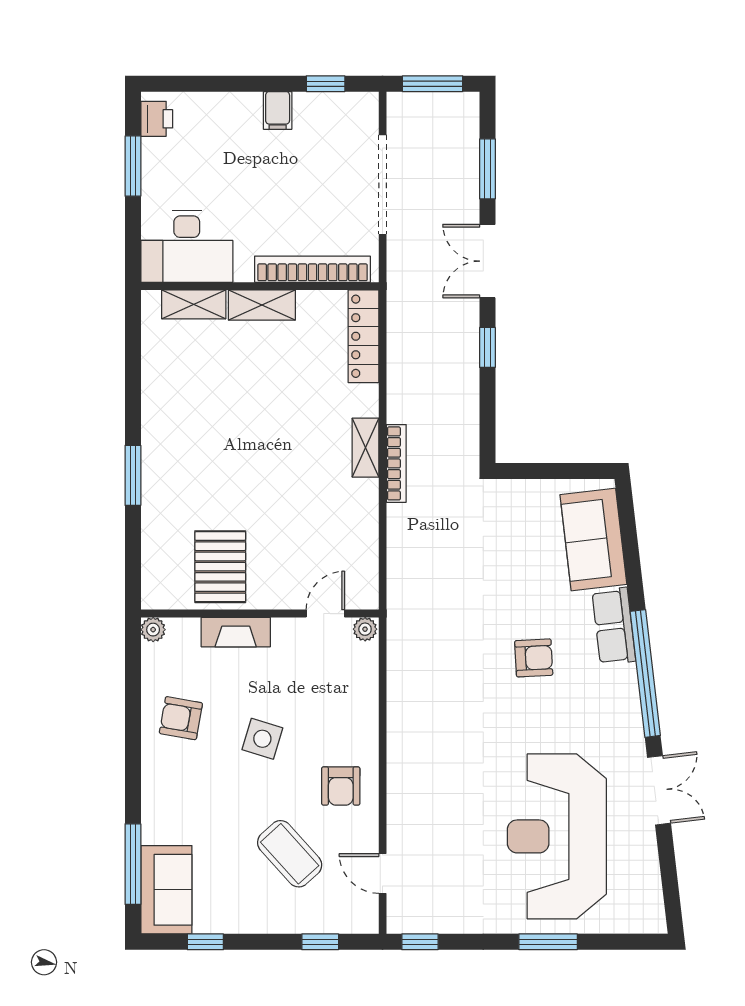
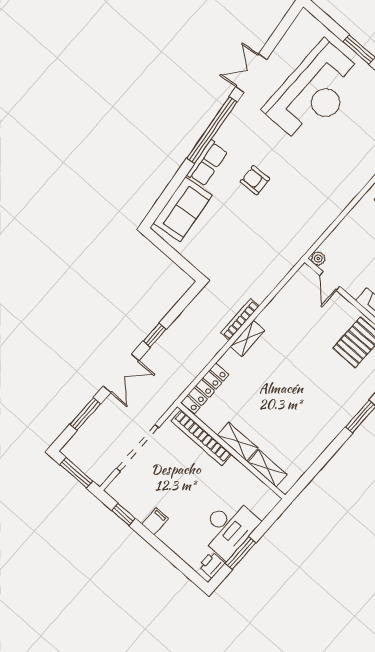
desk: (187, 246) -> (228, 528), moved, turned 90
door: (325, 614) -> (330, 281), hinge flipped

